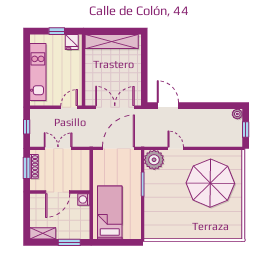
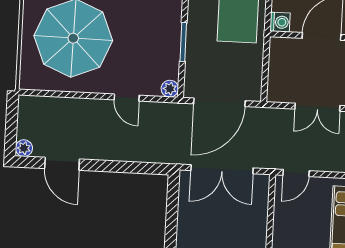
door: (168, 106) -> (62, 164), moved
window: (246, 129) -> (12, 122), removed
plant: (154, 160) -> (170, 89), width x0.53, depth x0.53

